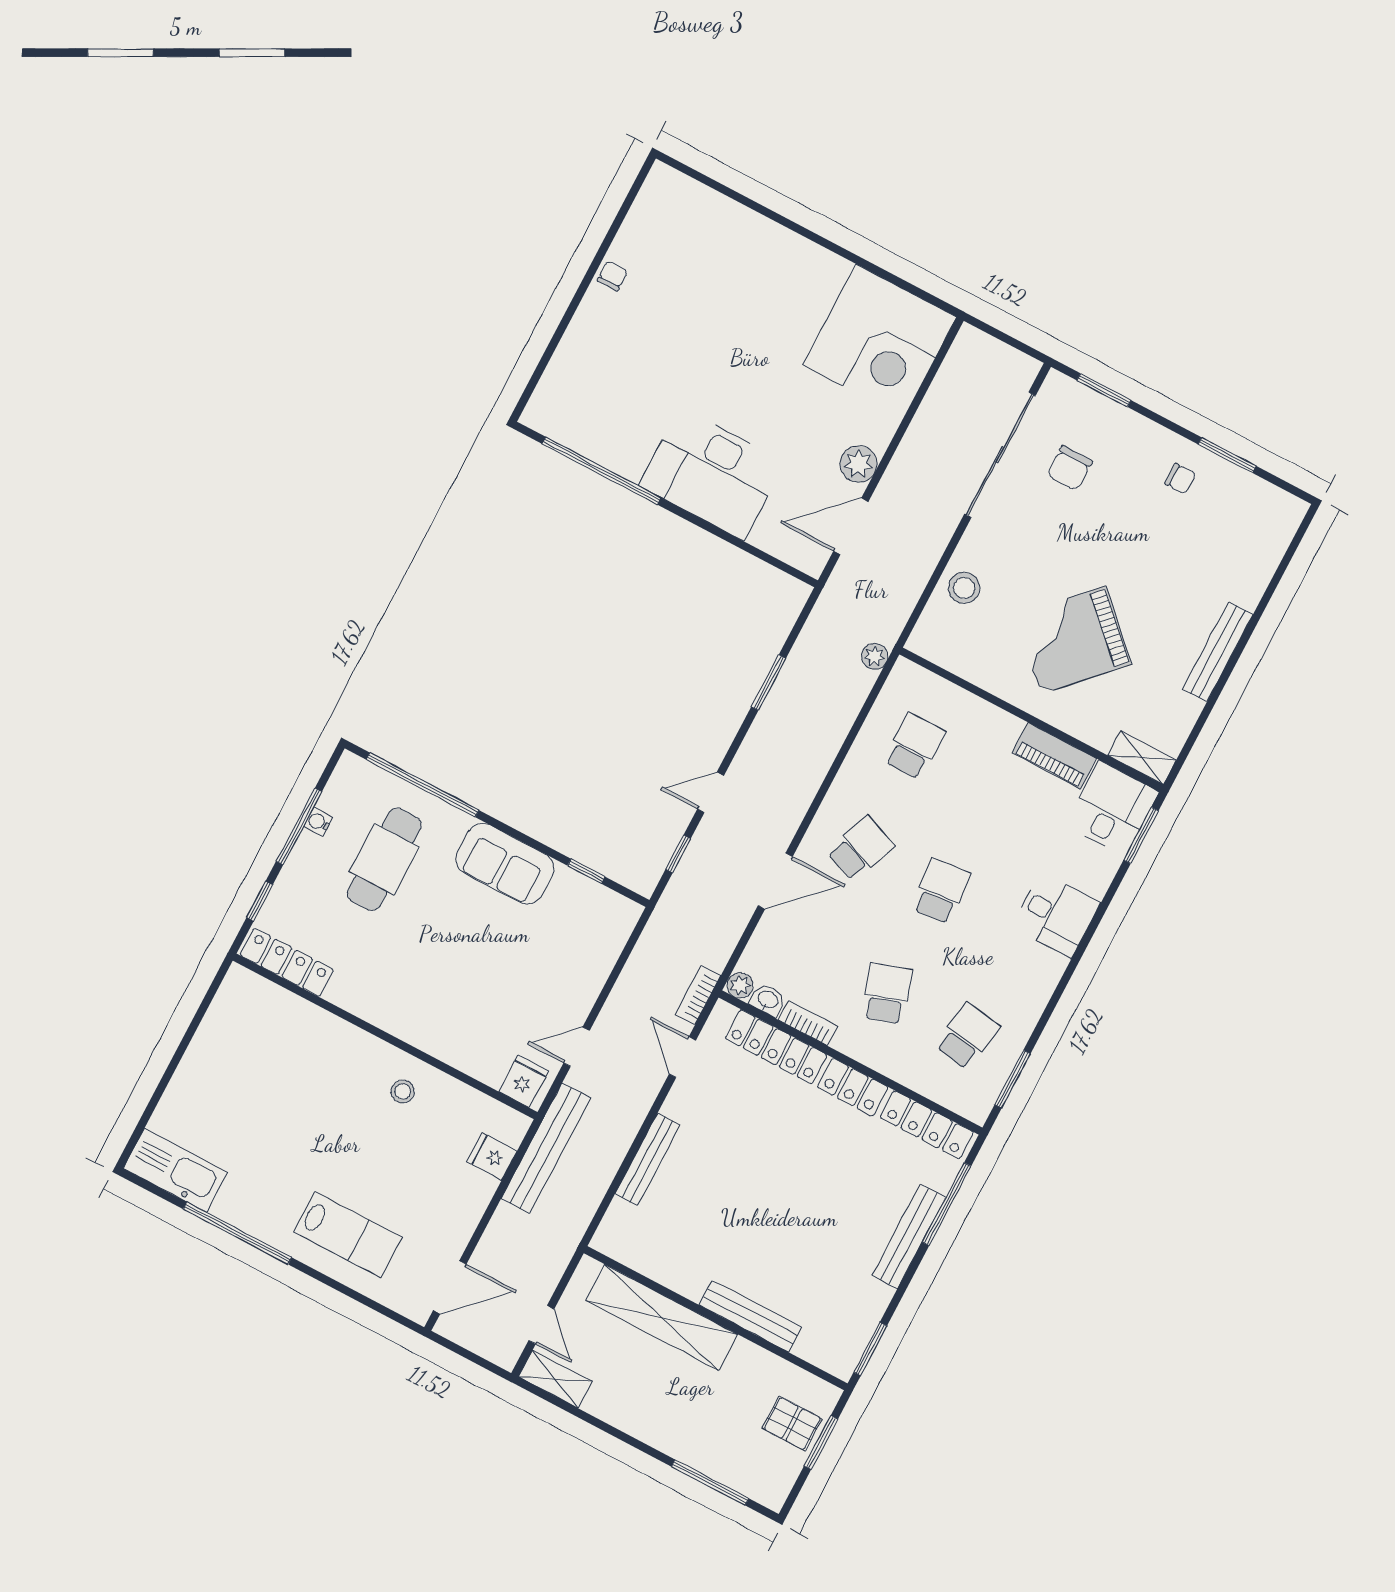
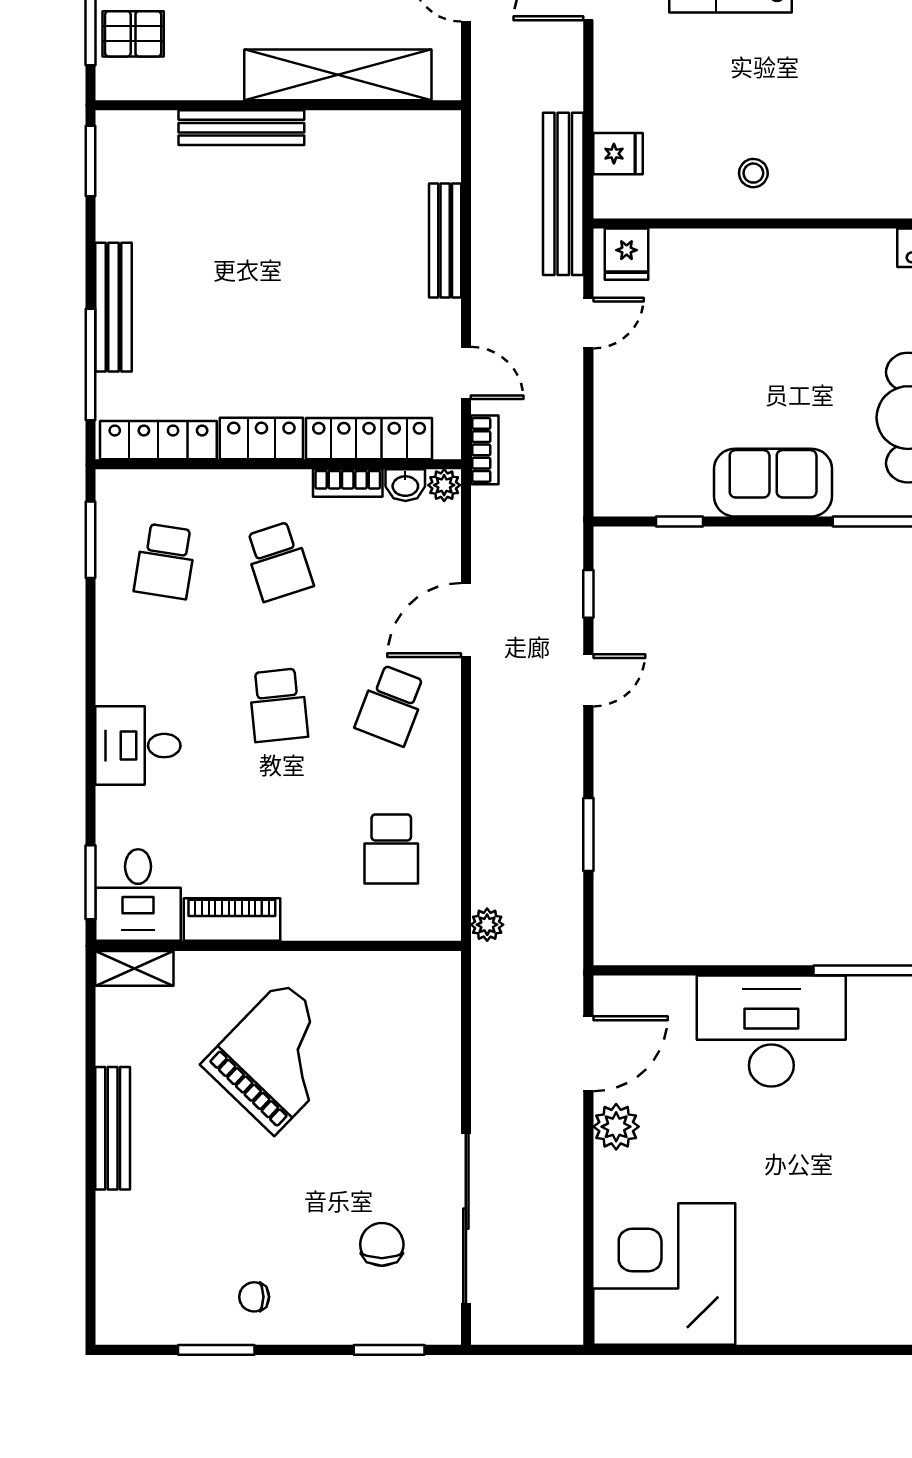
stool: (964, 588) -> (428, 1052), removed

